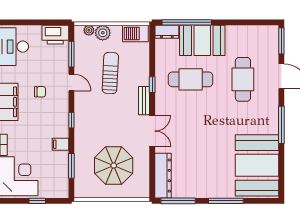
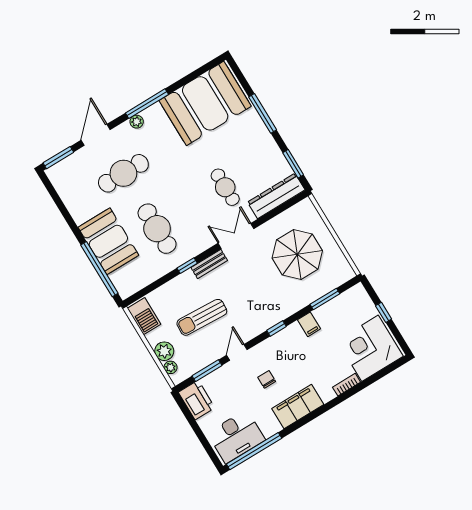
dresser: (167, 32) -> (122, 284), removed
plant: (273, 110) -> (137, 122), added
cafe table: (191, 144) -> (225, 187), added
window: (178, 201) -> (293, 164), width x0.69

